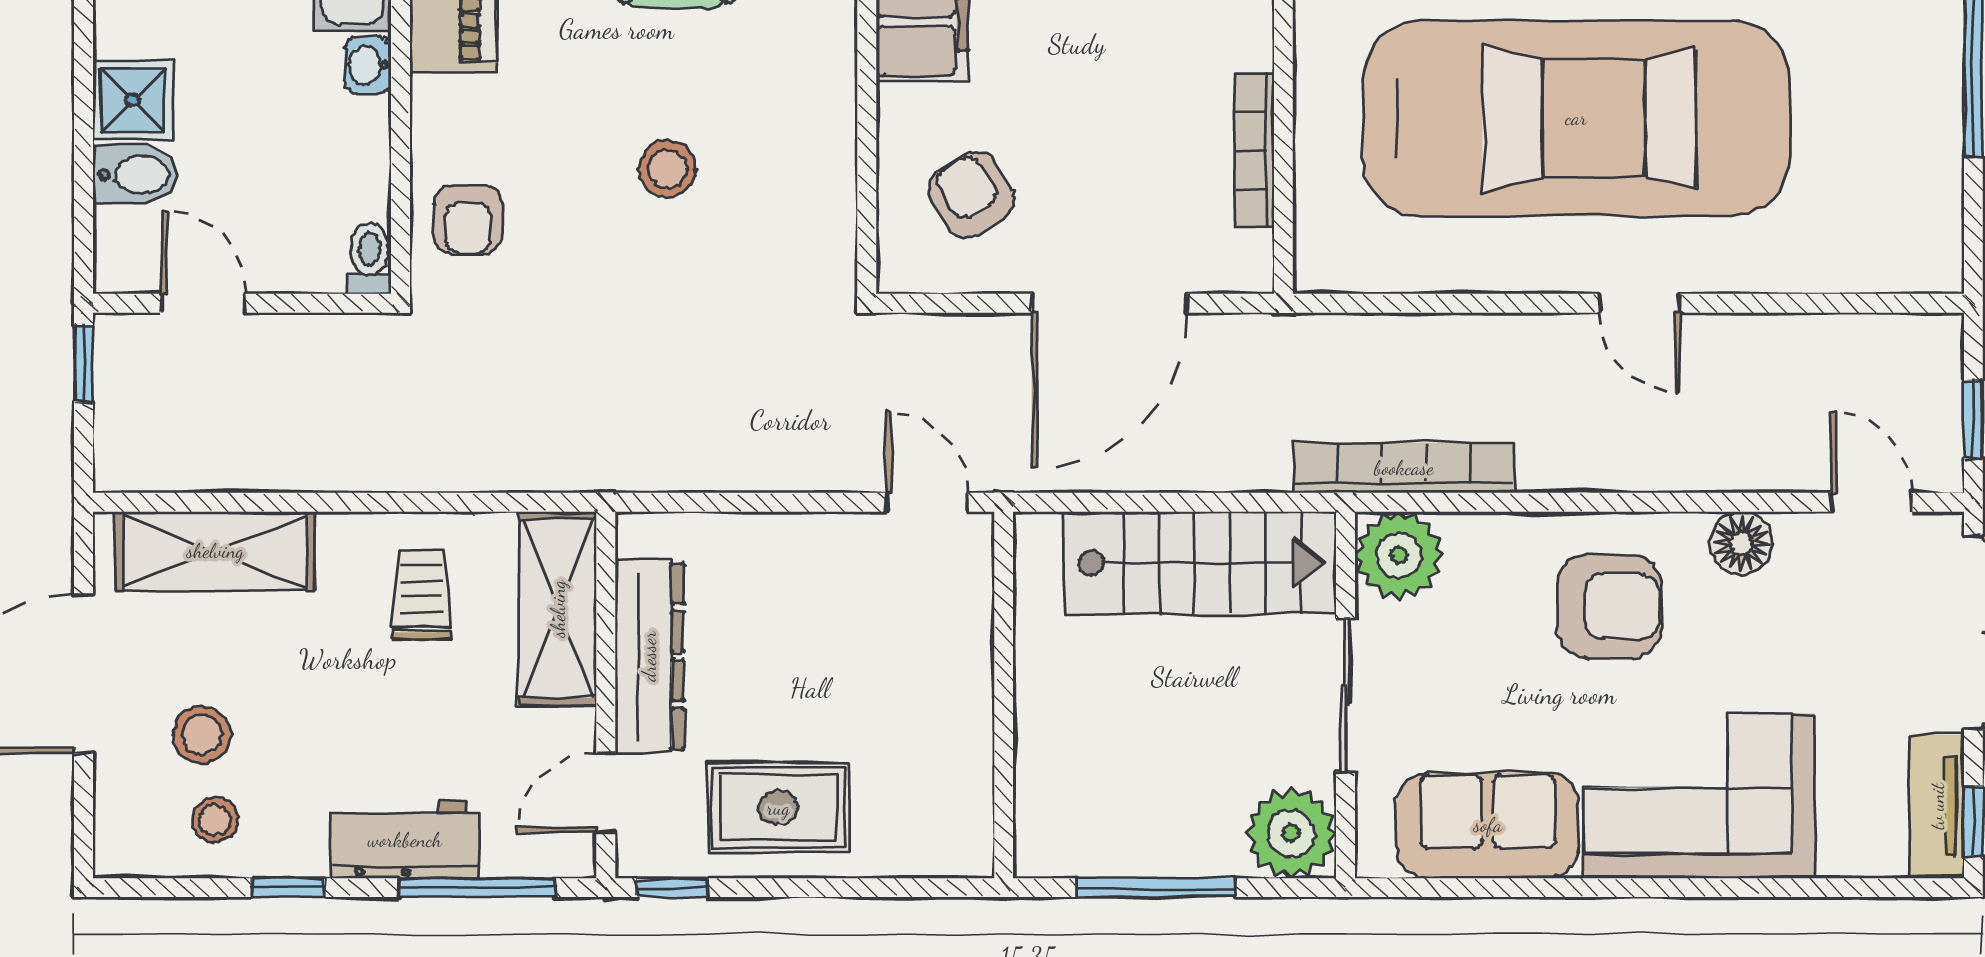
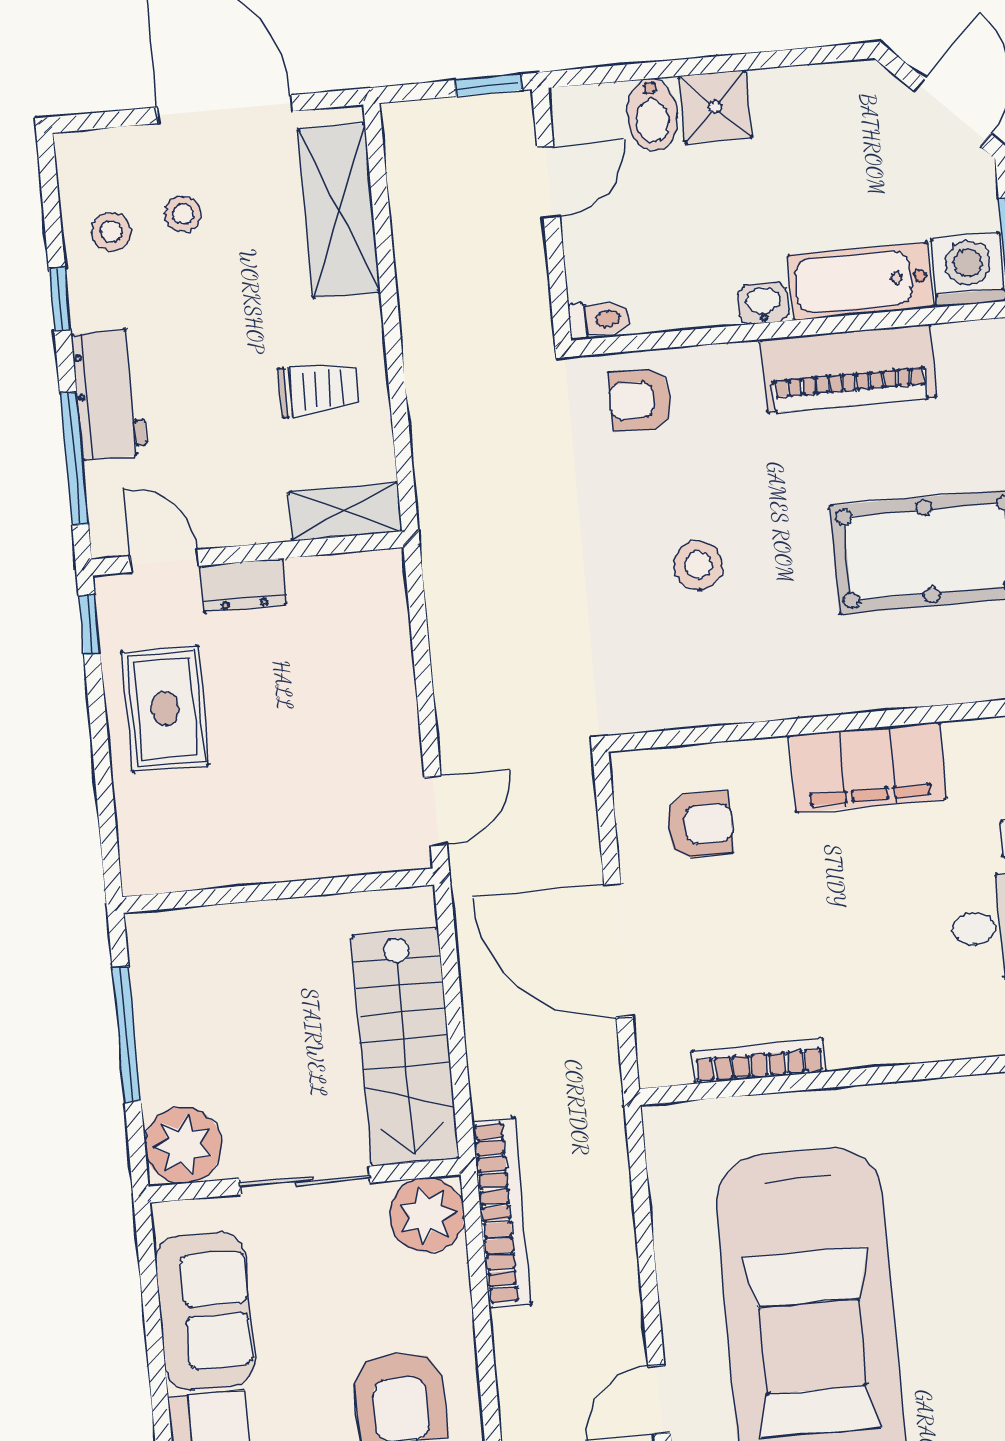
armchair: (971, 195) -> (700, 825), turned 31
shelving: (558, 609) -> (345, 512), width x0.67, depth x0.75
dresser: (649, 656) -> (243, 585), width x0.51, depth x0.80
stool: (202, 735) -> (183, 214), width x0.73, depth x0.73

